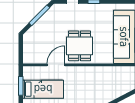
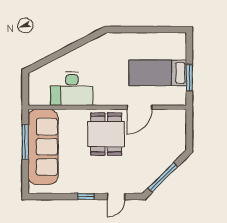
desk: (104, 78) -> (72, 89), added

